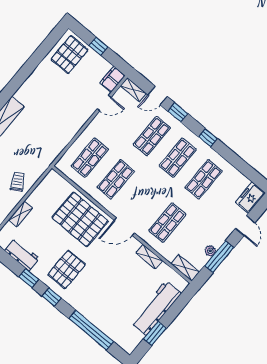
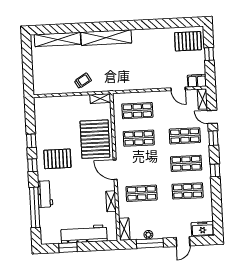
shelving: (20, 214) -> (100, 99), moved
workbench: (22, 254) -> (45, 194), moved

